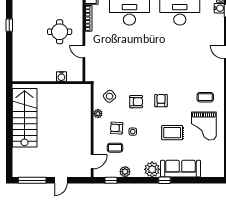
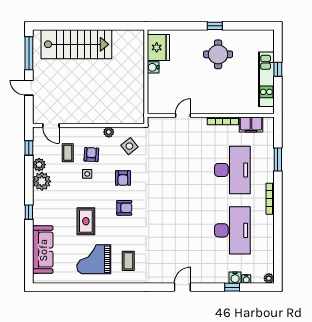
round table: (60, 32) -> (218, 54), moved
fridge: (27, 72) -> (158, 47), added
water cooler: (61, 76) -> (153, 67), moved
stairs: (25, 118) -> (76, 44), moved
plant: (152, 169) -> (42, 181), moved
sofa: (181, 169) -> (43, 250), moved

